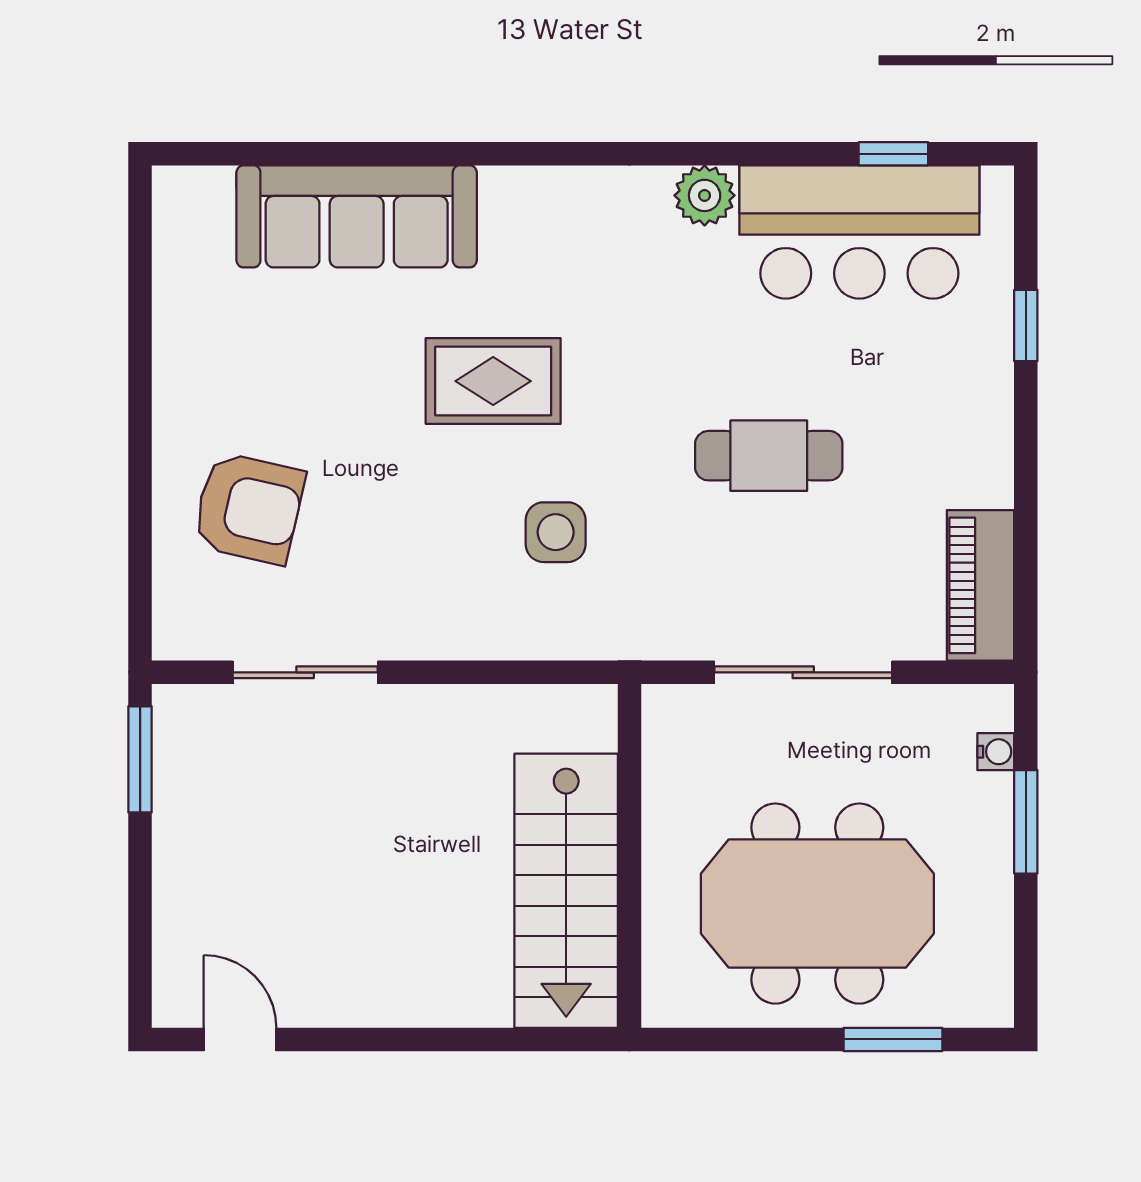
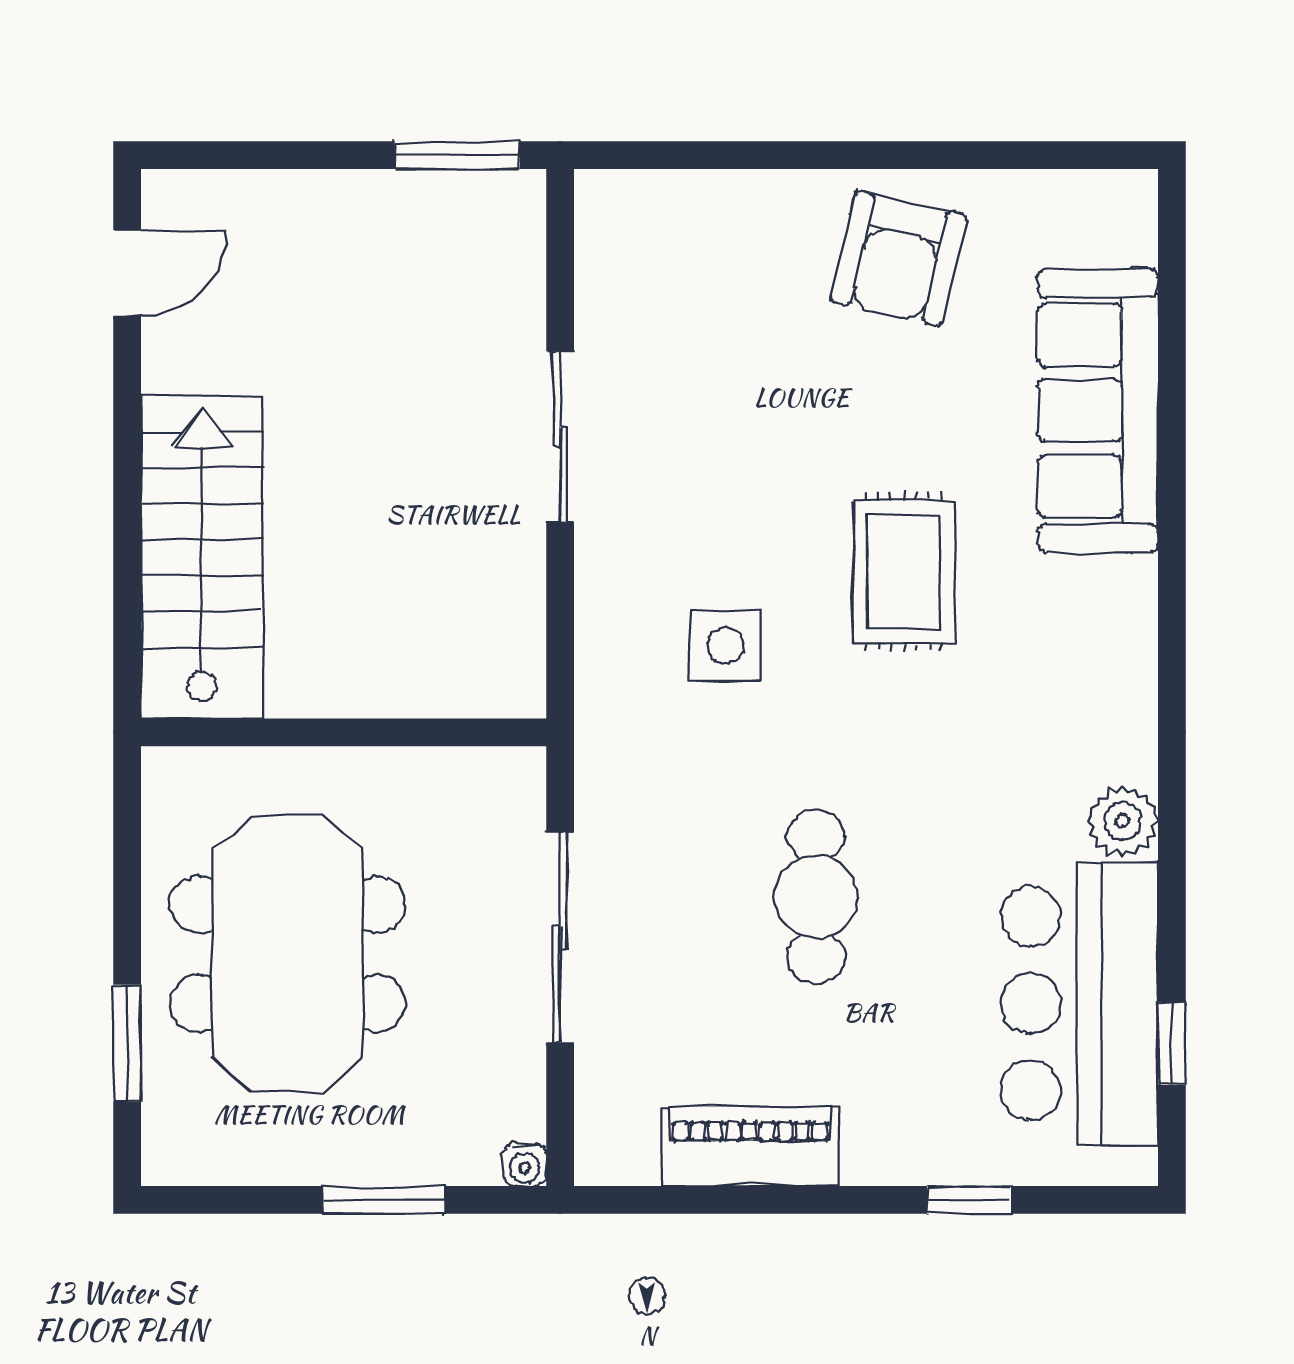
armchair: (249, 508) -> (899, 258), moved
piano: (980, 585) -> (750, 1146), moved
sliding door: (305, 672) -> (560, 437), moved
water cooler: (996, 752) -> (525, 1164), moved
stairs: (566, 891) -> (202, 557), moved, turned 90

